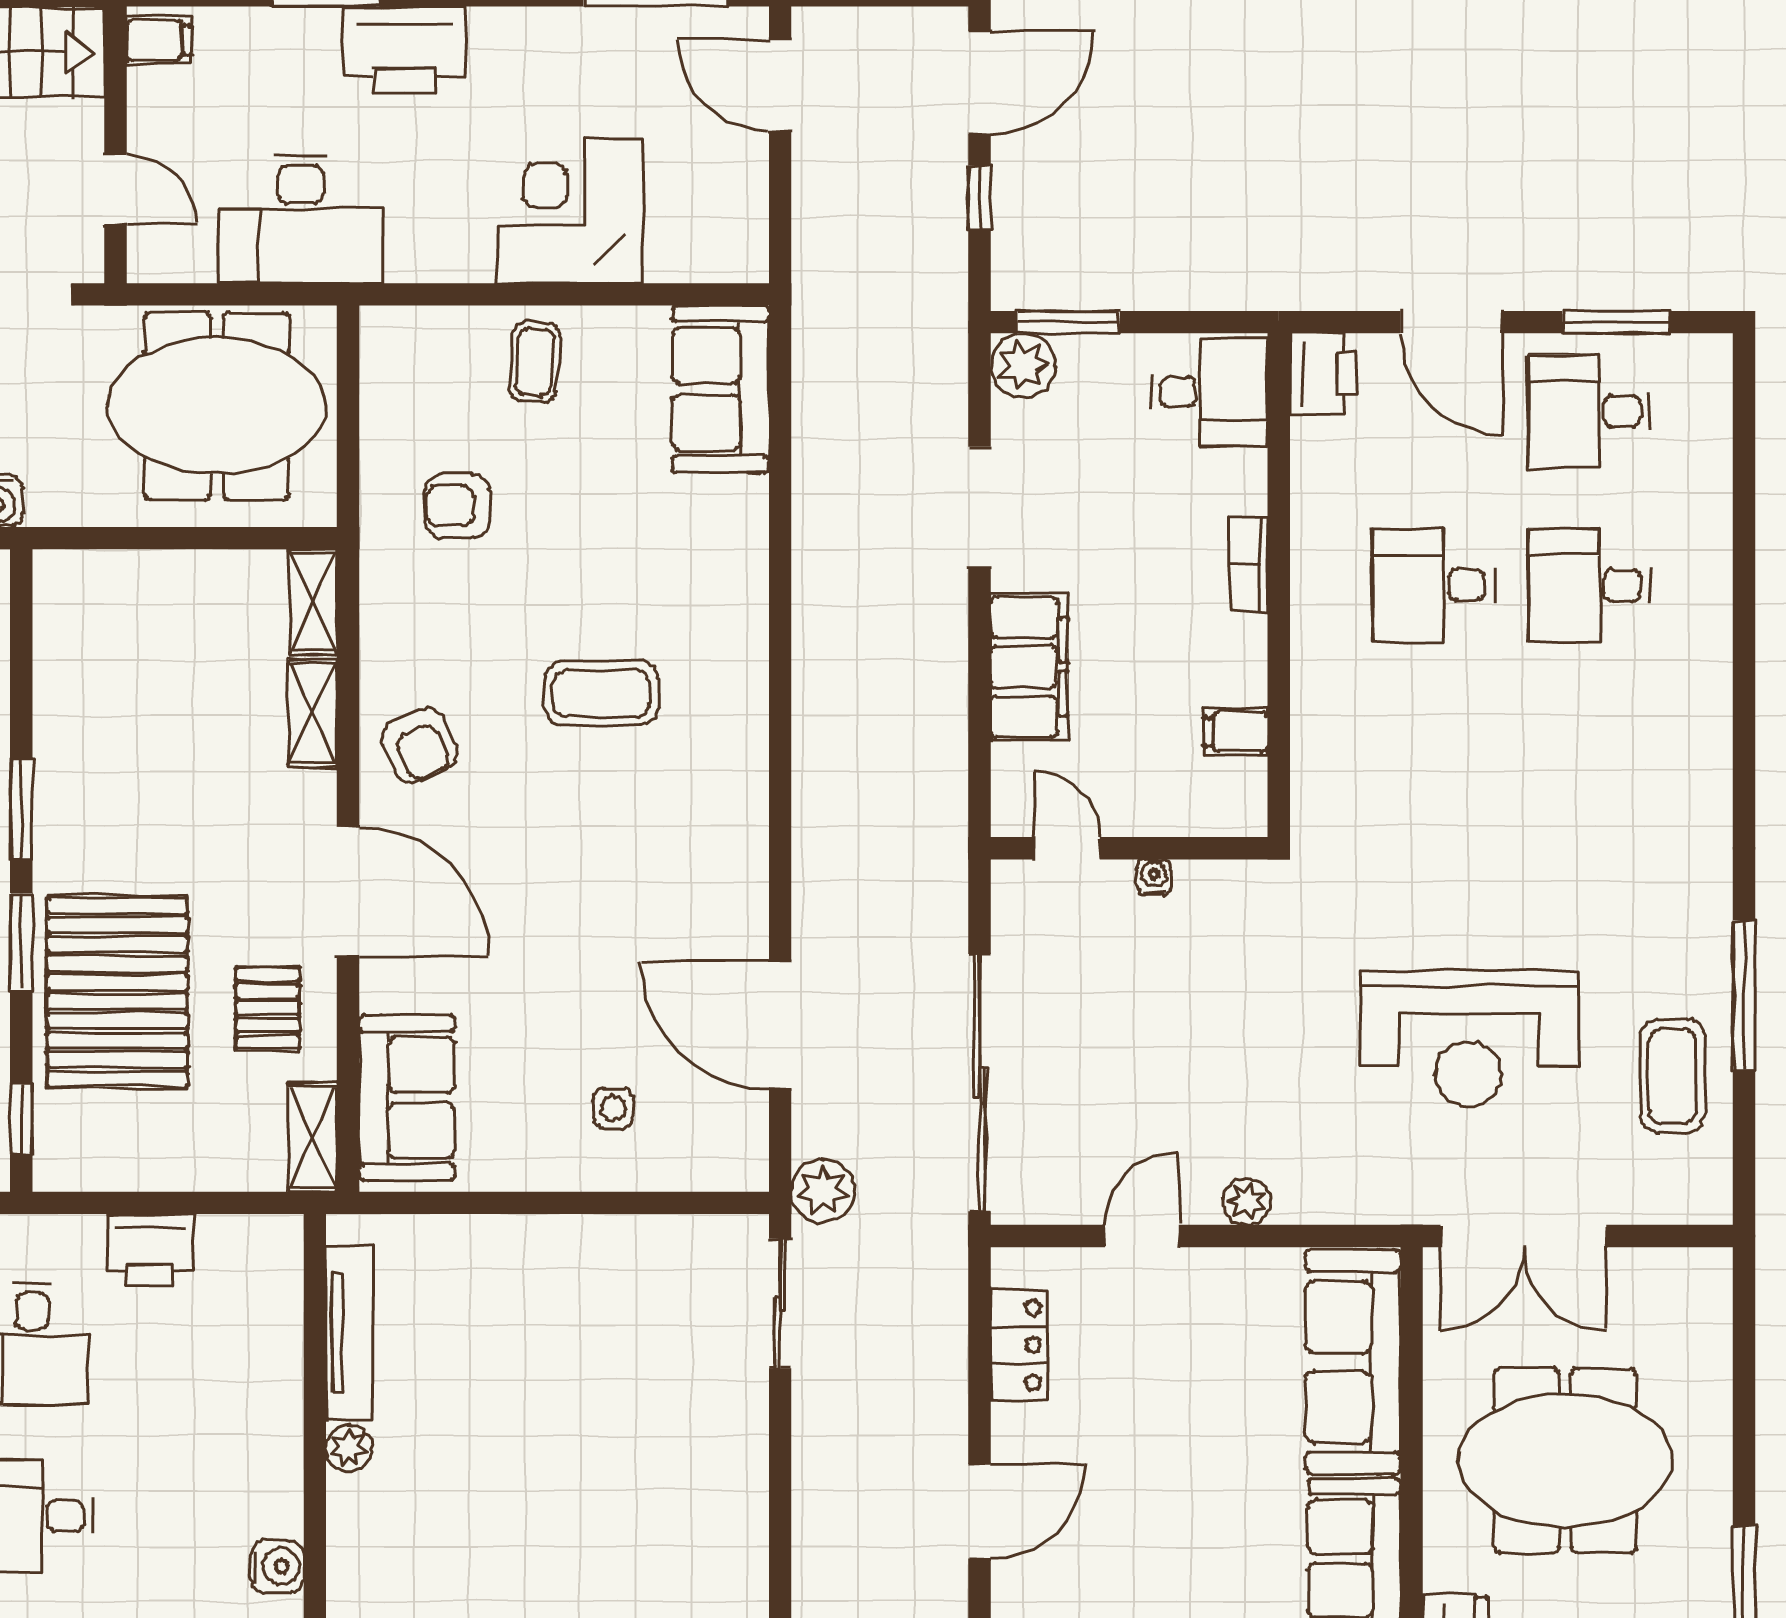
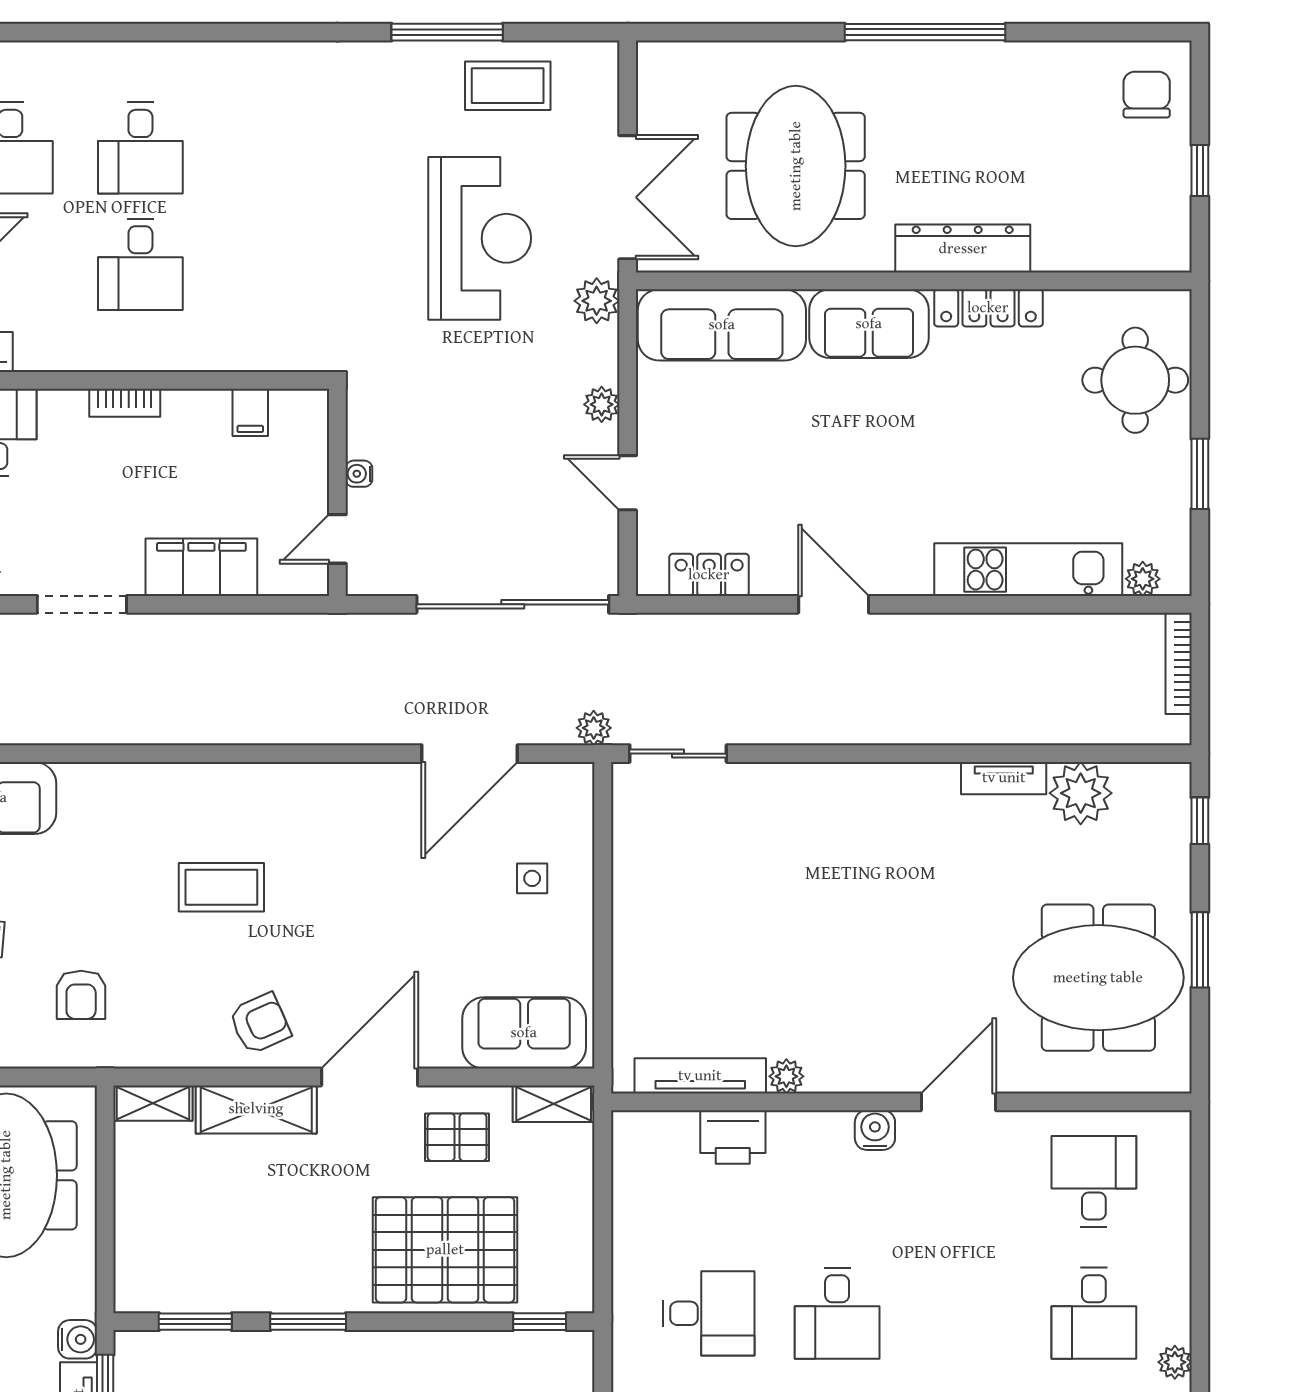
coffee table: (602, 693) -> (221, 887), turned 90
shelving: (313, 713) -> (256, 1109), width x1.50, depth x1.33
window: (21, 942) -> (195, 1322), moved
plant: (823, 1191) -> (594, 728), width x0.73, depth x0.73
plant: (1385, 1195) -> (597, 301), added
printer: (150, 1250) -> (733, 1137), moved, turned 90

